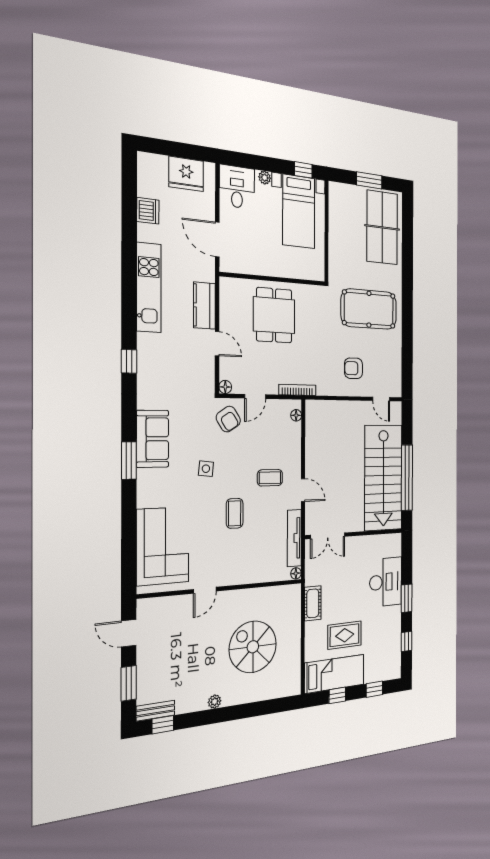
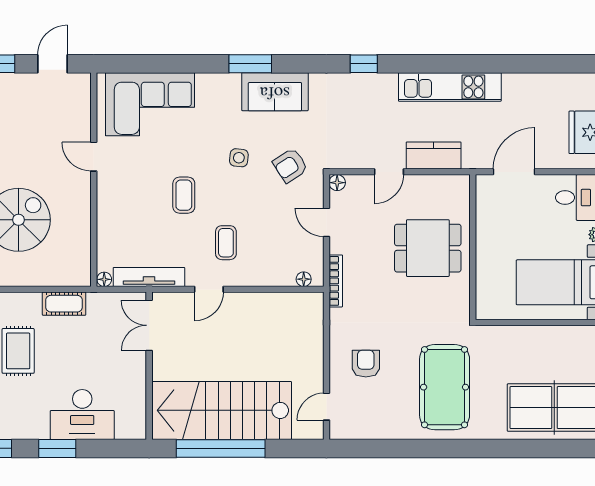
dishwasher: (148, 211) -> (538, 86), removed
armchair: (228, 419) -> (290, 165), moved
coffee table: (235, 513) -> (184, 195), turned 90

